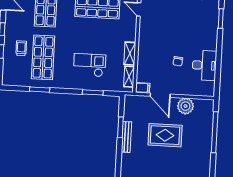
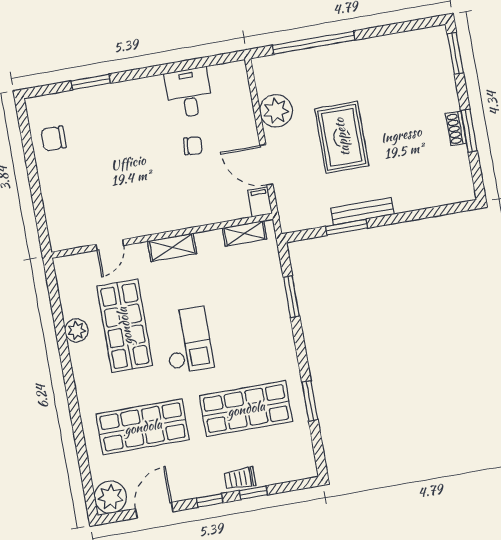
trolley: (21, 48) -> (240, 478), moved
shelving: (130, 54) -> (172, 247), moved
checkout: (90, 65) -> (188, 340), moved, turned 180
desk: (204, 65) -> (189, 93), width x0.73
door: (160, 95) -> (266, 165), swing flipped

